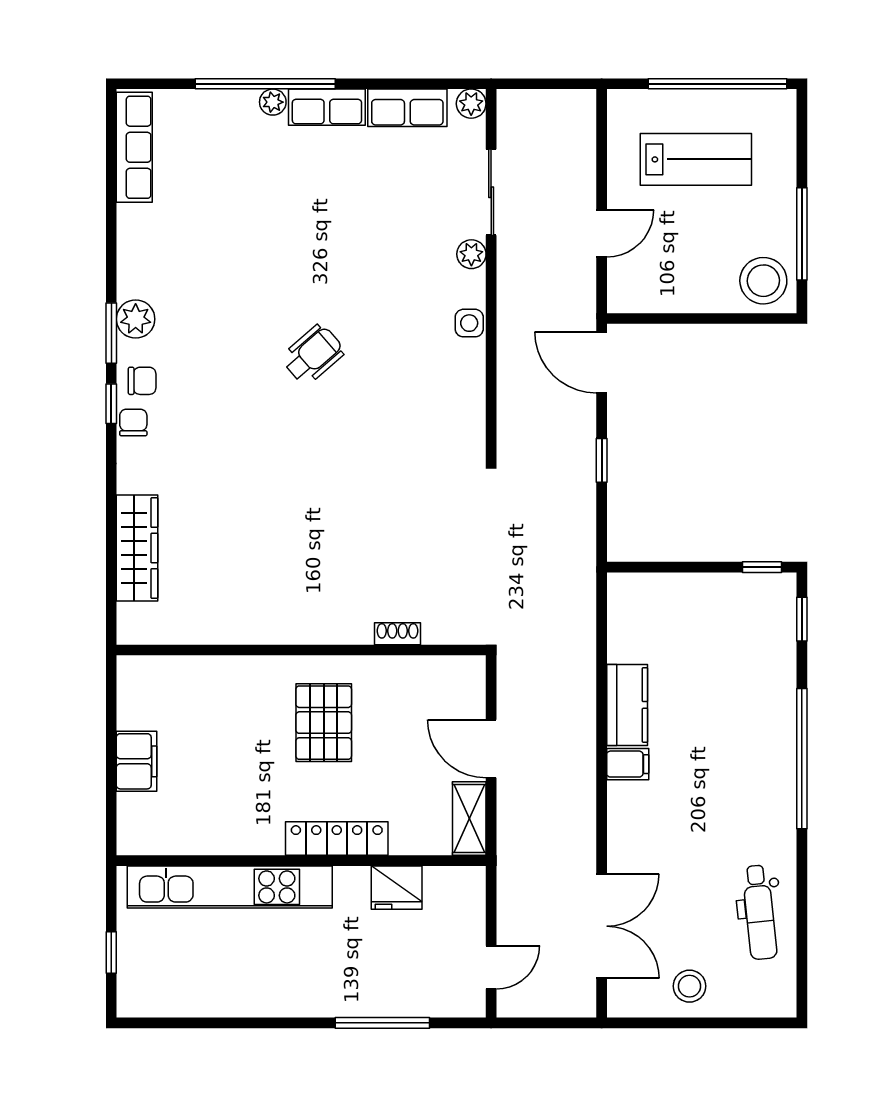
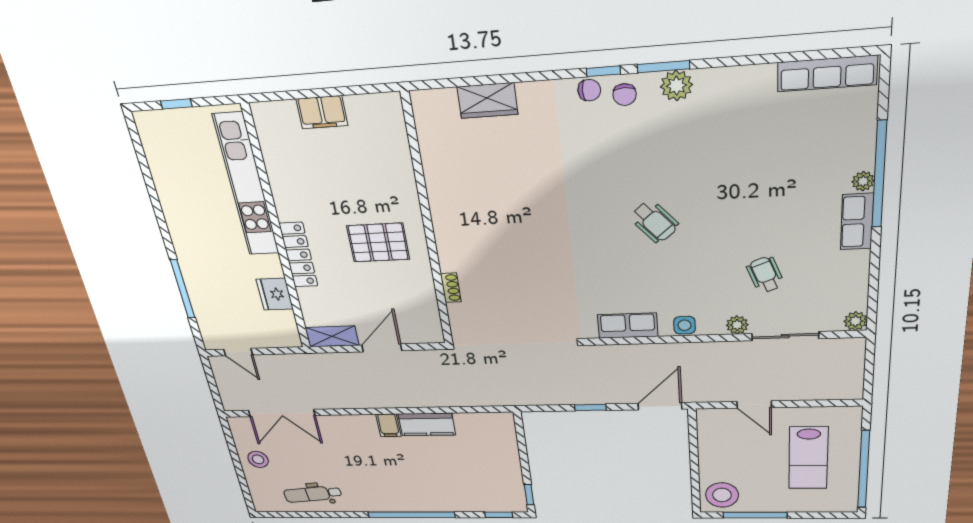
row of seats: (407, 108) -> (628, 326), moved, turned 90
wheelchair: (397, 218) -> (765, 275), added
wardrobe: (137, 548) -> (487, 101), width x0.67

